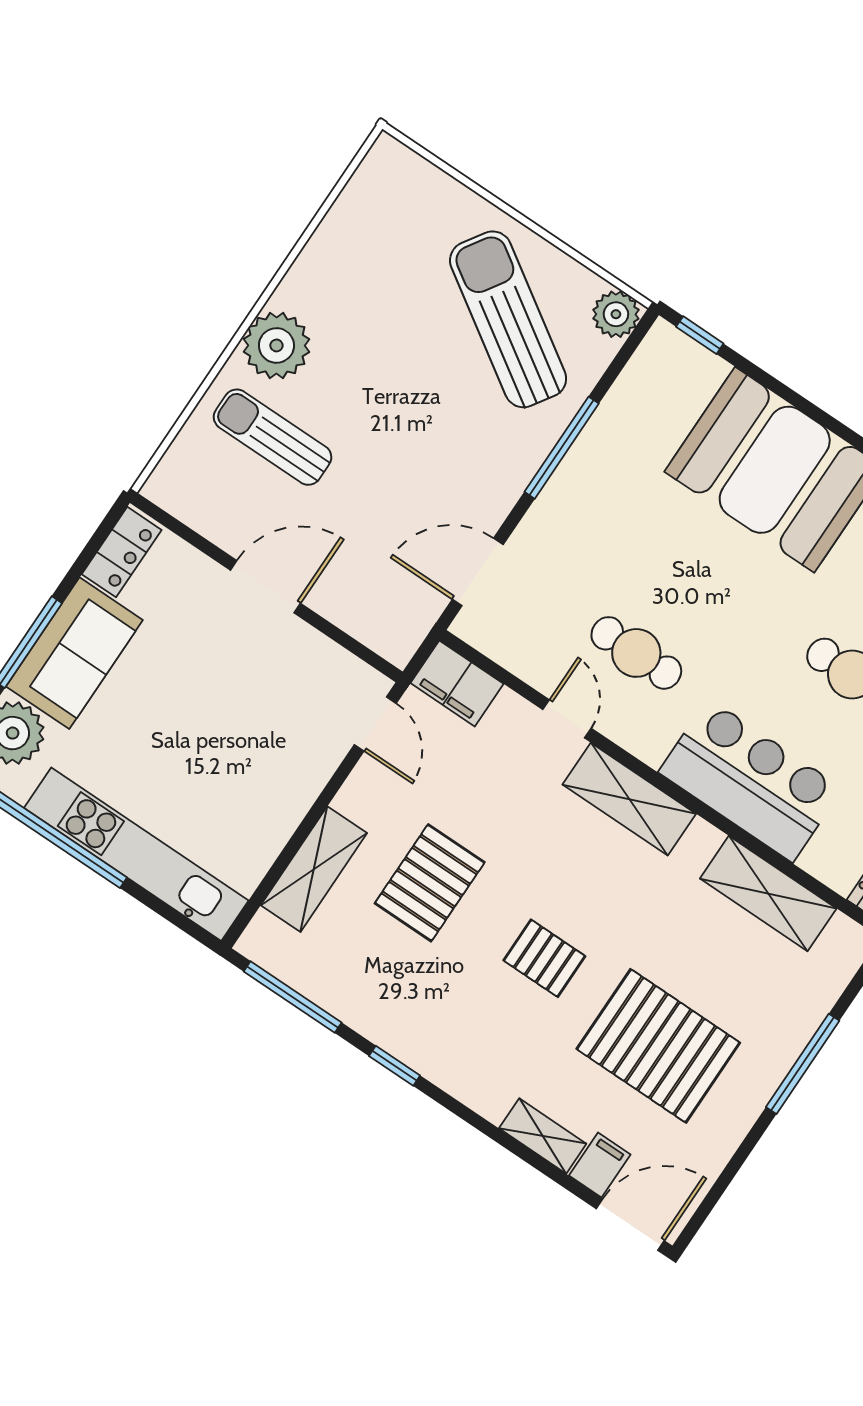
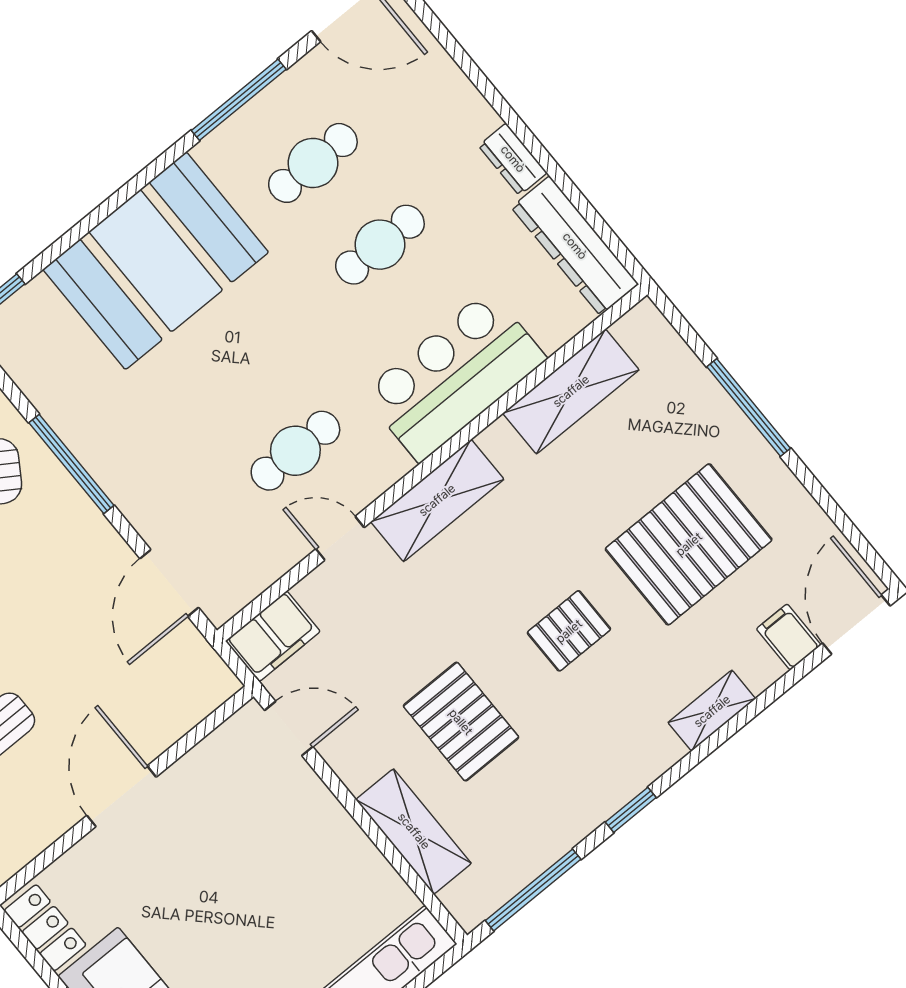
shelving: (543, 1136) -> (712, 711), moved

